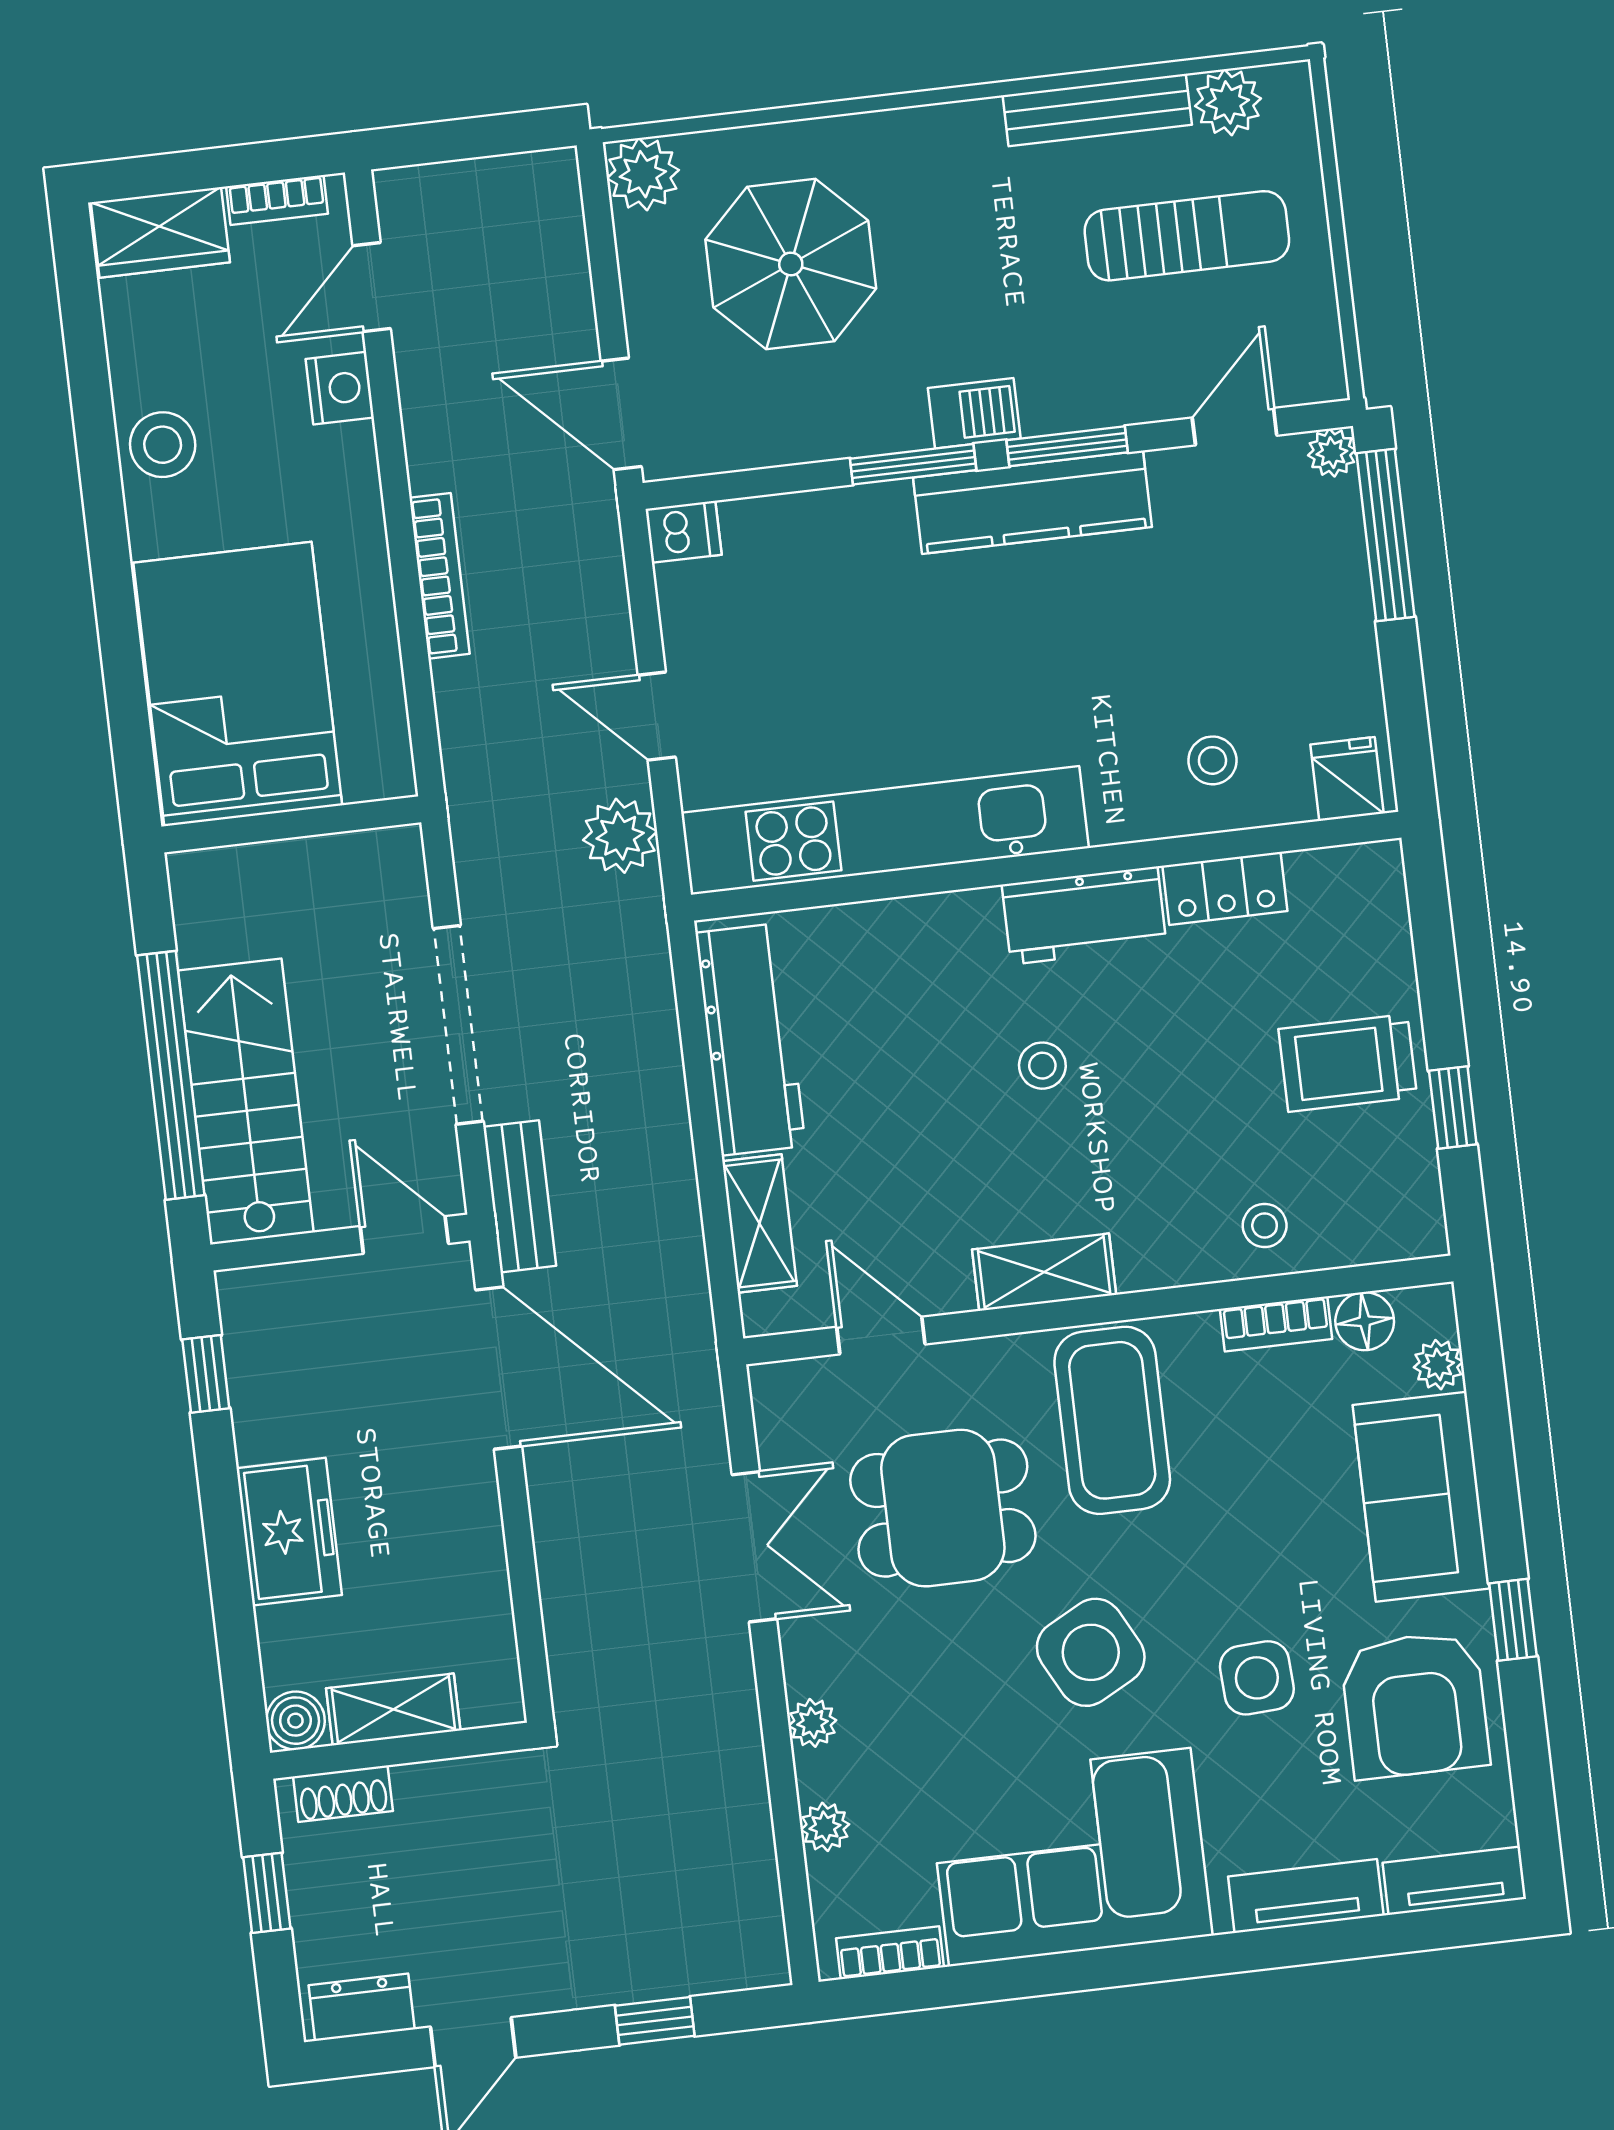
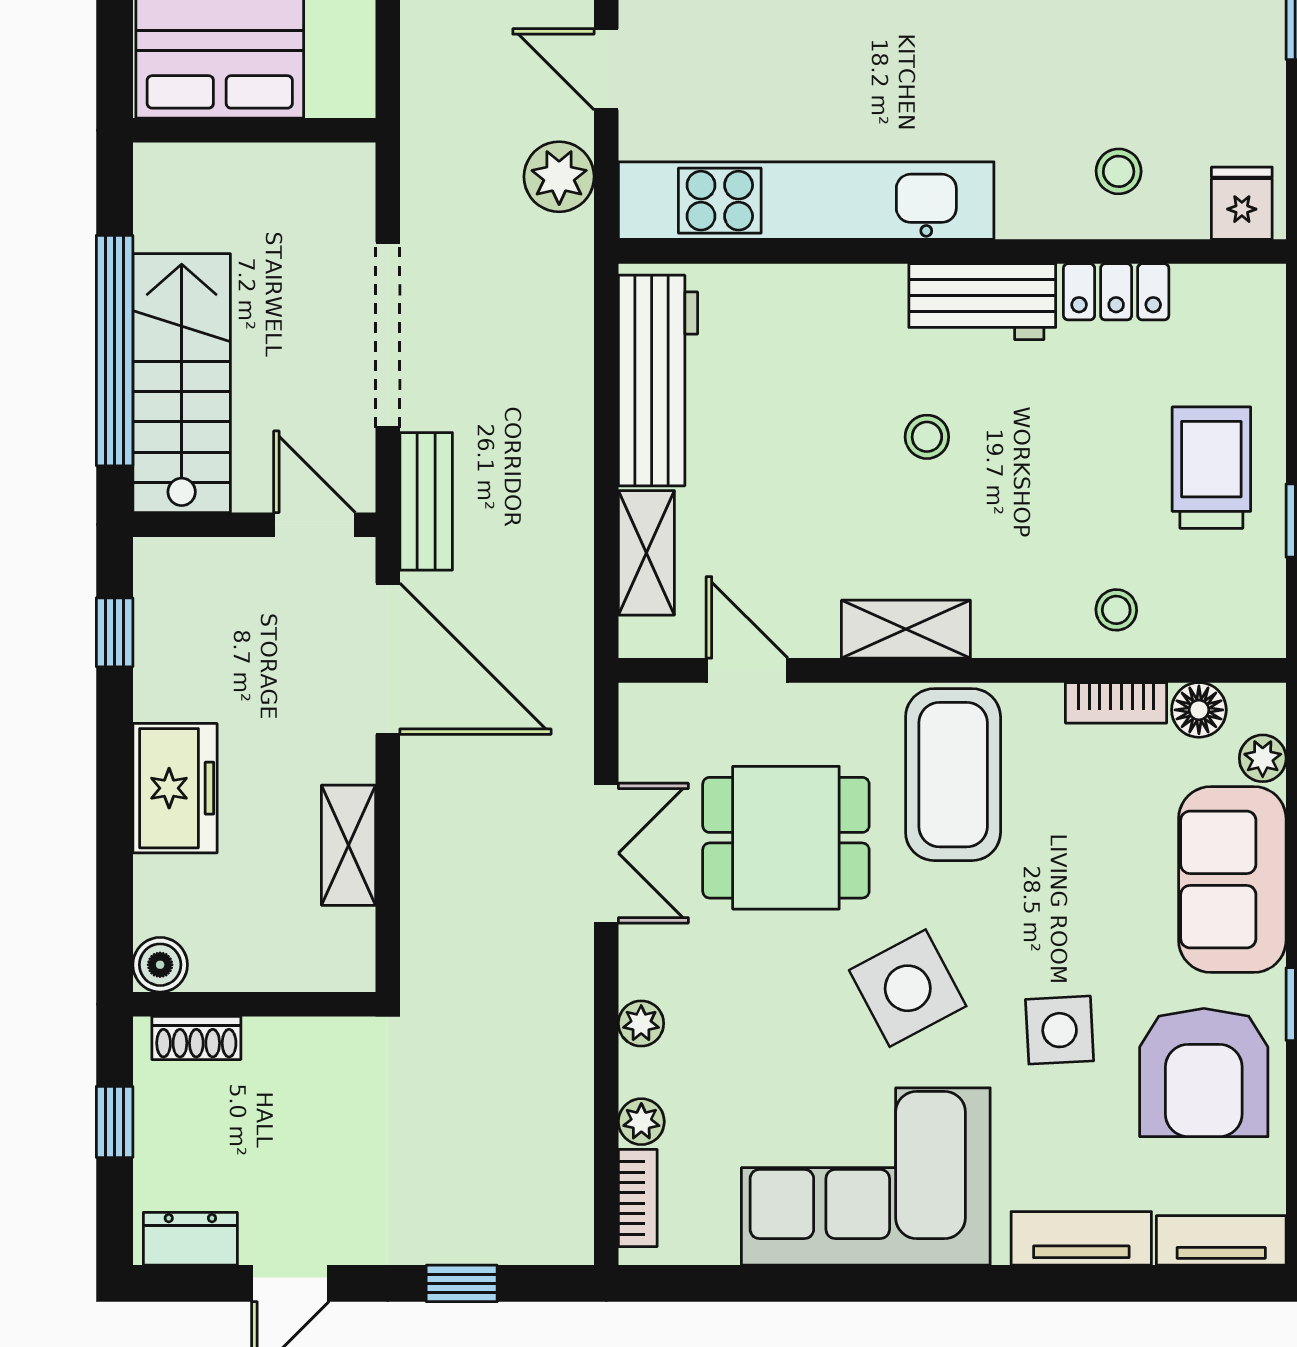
trolley: (1348, 1063) -> (1211, 468), turned 90
shelving: (393, 1709) -> (349, 845), moved, turned 90
bookcase: (890, 1953) -> (638, 1198), moved, turned 90

